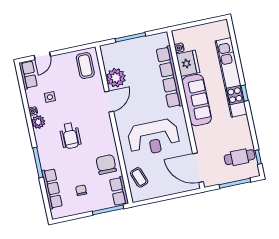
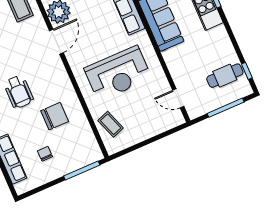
chair: (106, 164) -> (55, 116), moved, turned 90
door: (198, 168) -> (178, 98), width x0.53
row of seats: (119, 191) -> (90, 145), removed

